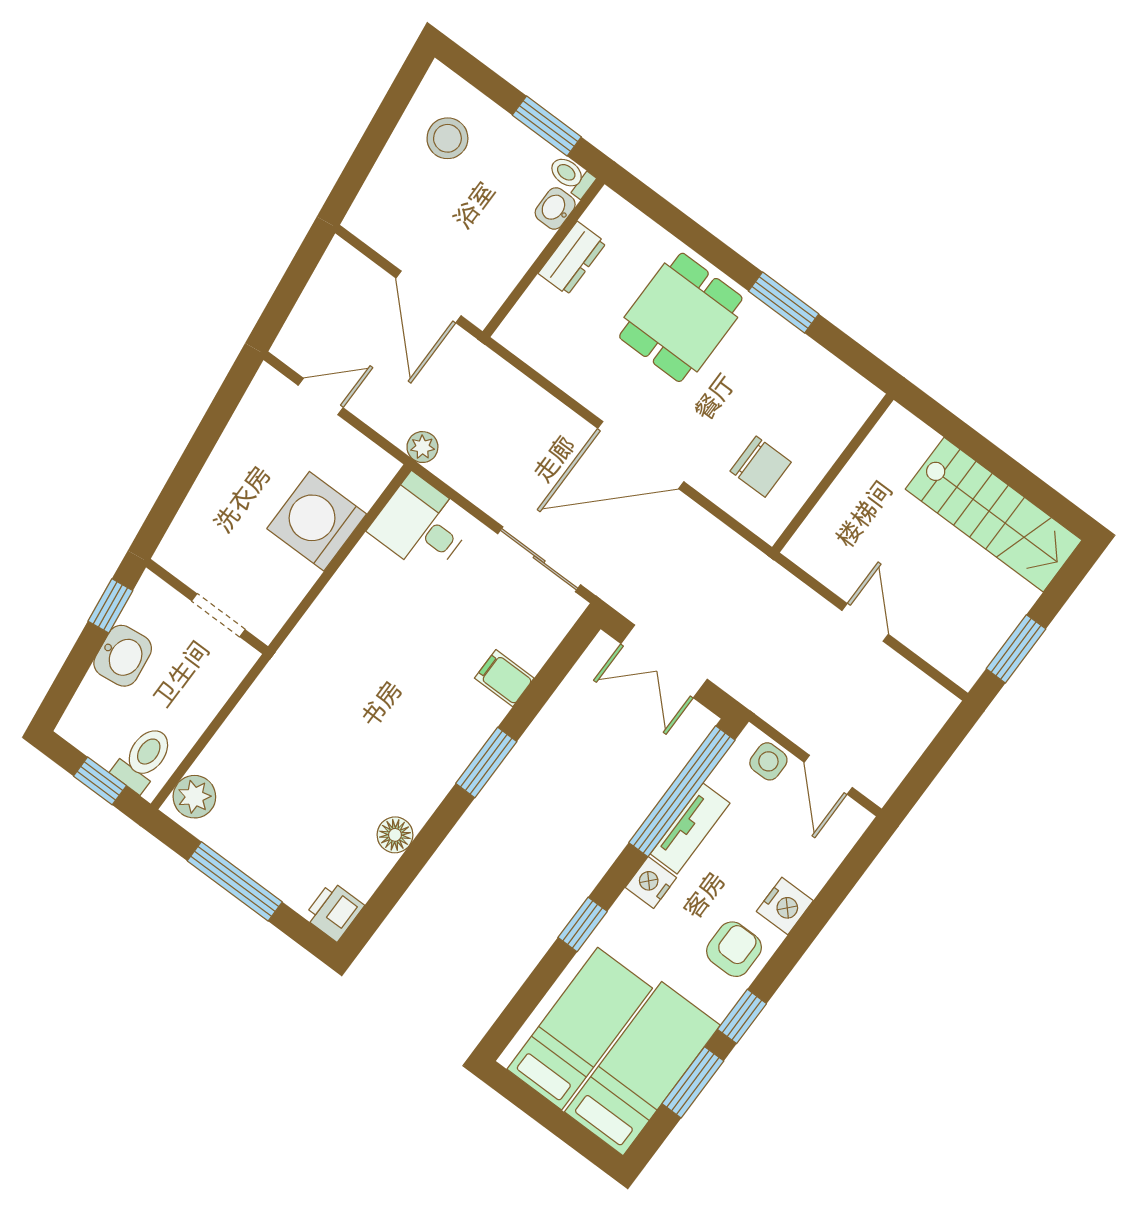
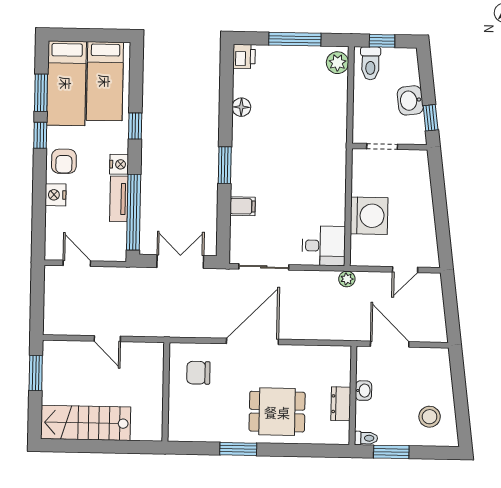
washbasin: (555, 208) -> (363, 391), moved
dining table: (681, 317) -> (277, 412), turned 90
side table: (768, 761) -> (106, 251), removed

